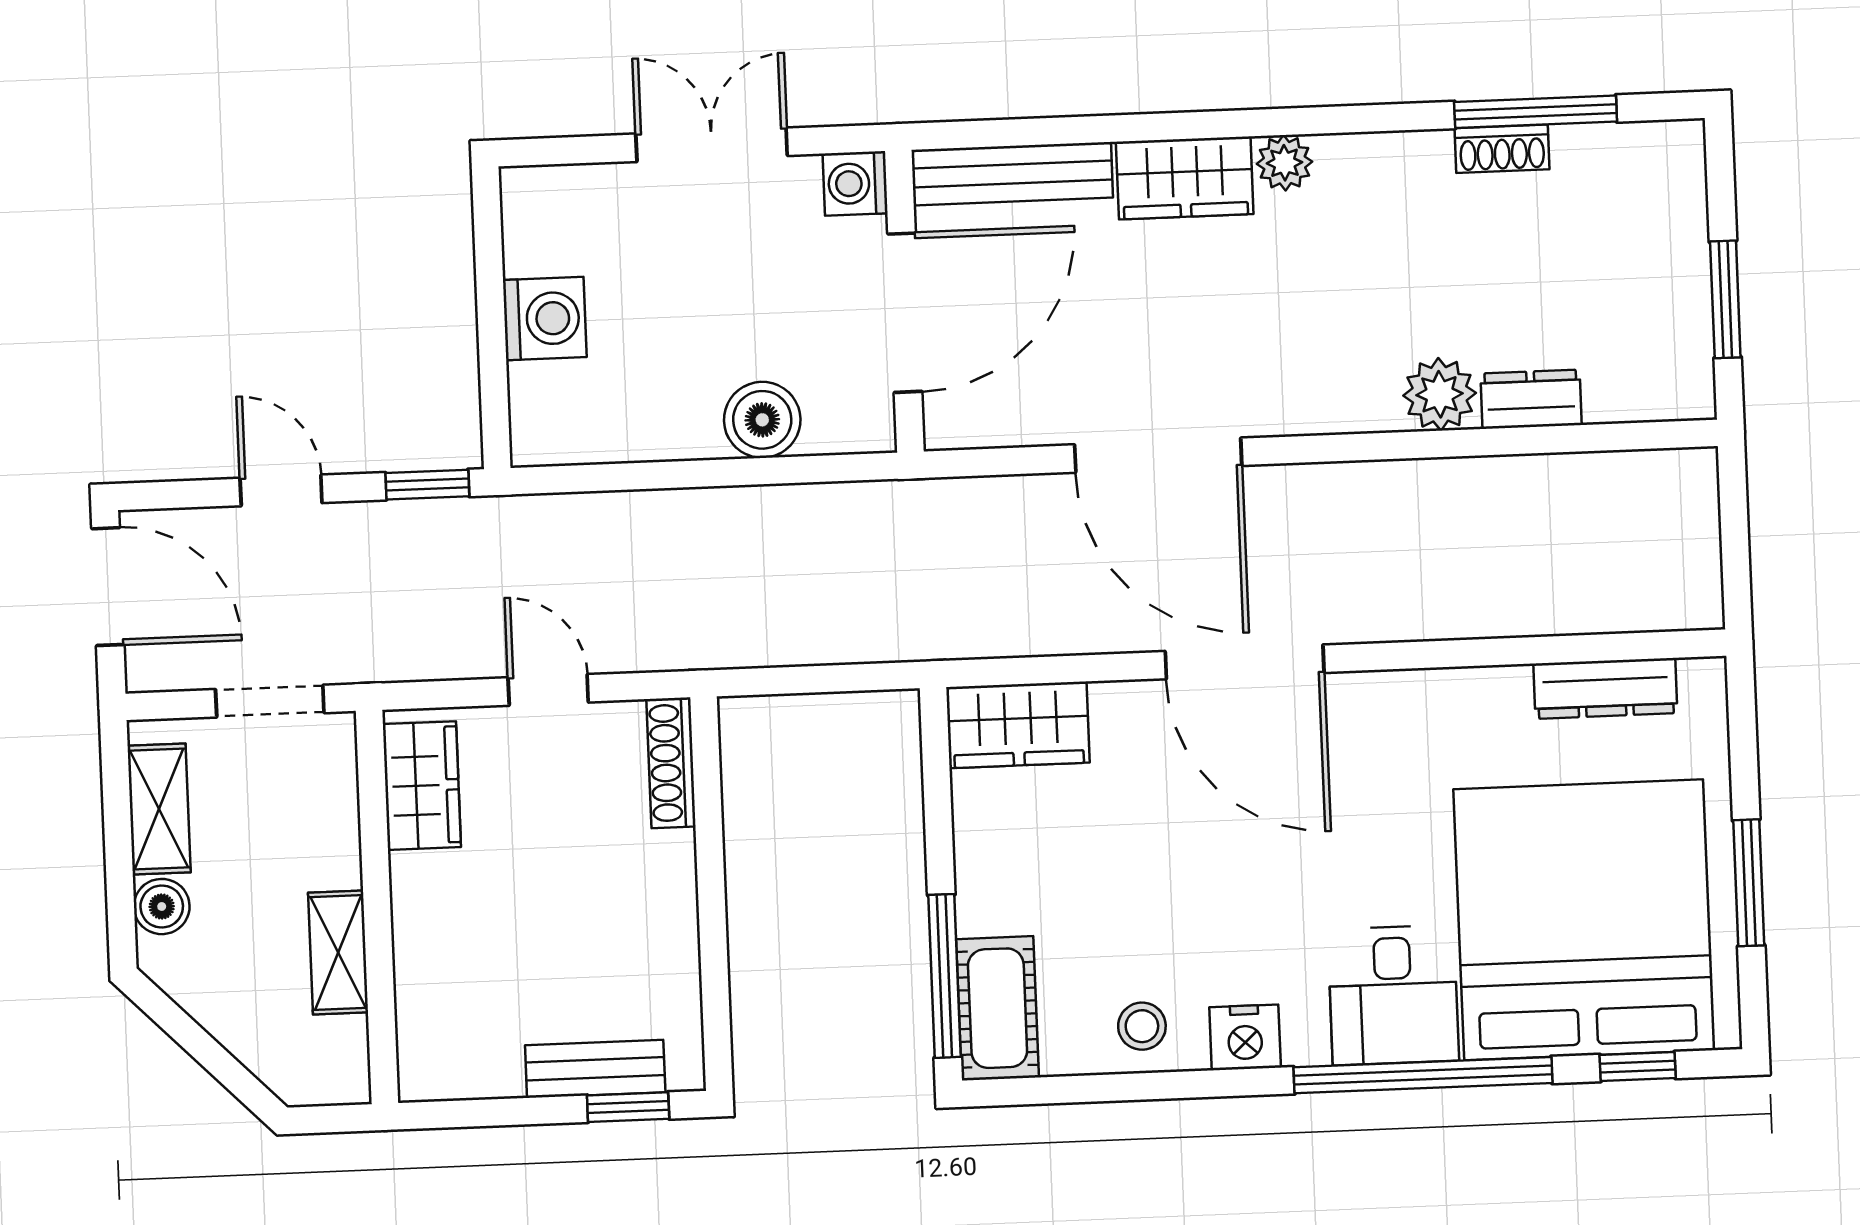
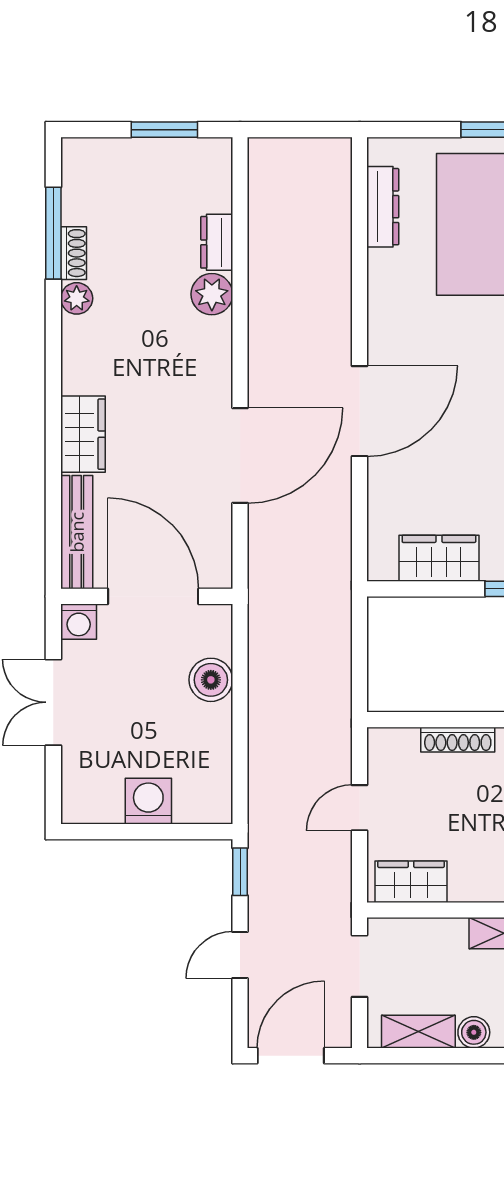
plant: (1285, 163) -> (77, 298), moved
wardrobe: (1018, 725) -> (439, 558), moved, turned -90
shoe rack: (671, 763) -> (458, 740), moved

